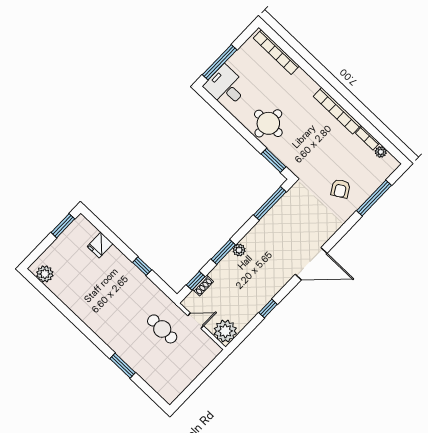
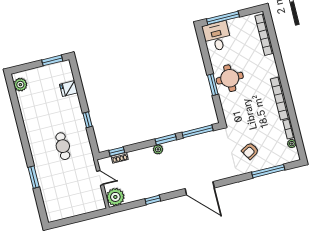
window: (274, 160) -> (213, 85), moved
window: (223, 252) -> (166, 139), moved
cafe table: (162, 329) -> (63, 146), moved

